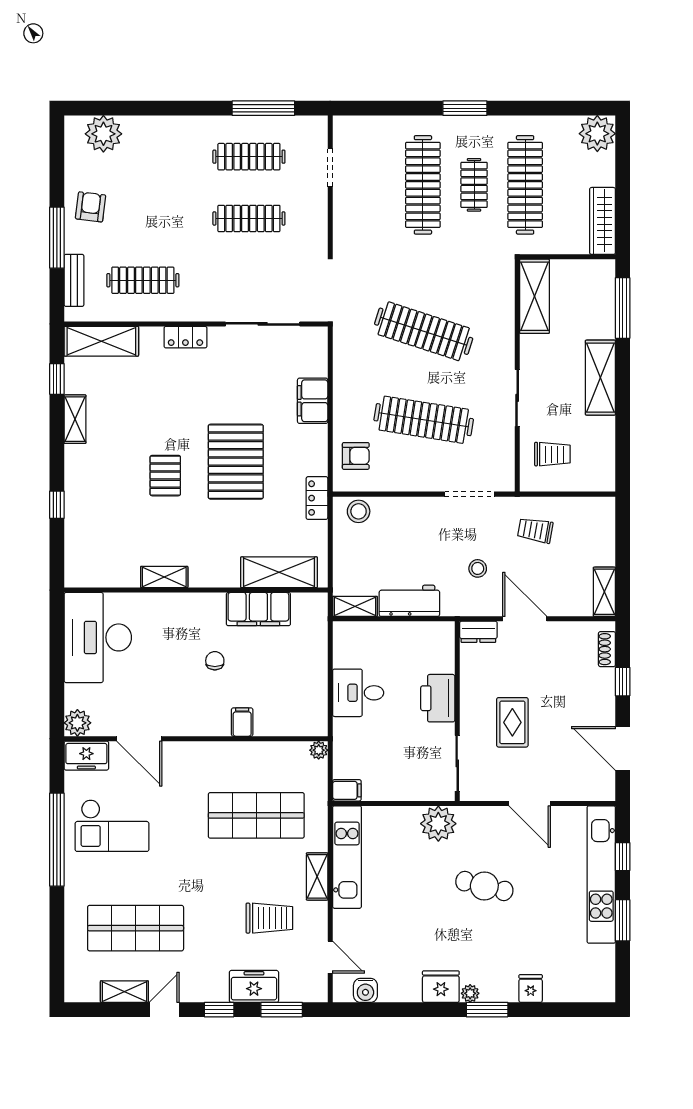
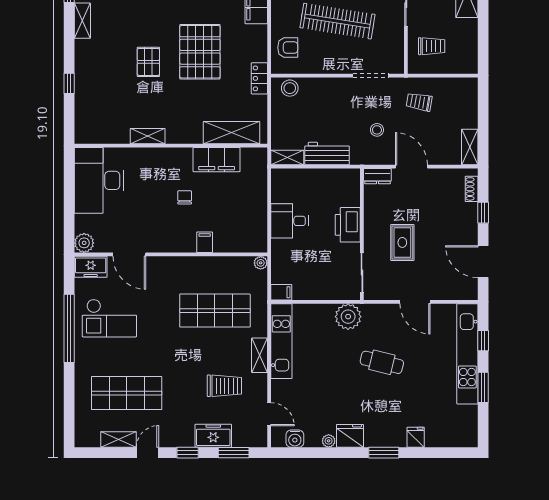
plant: (470, 993) -> (329, 441), moved

